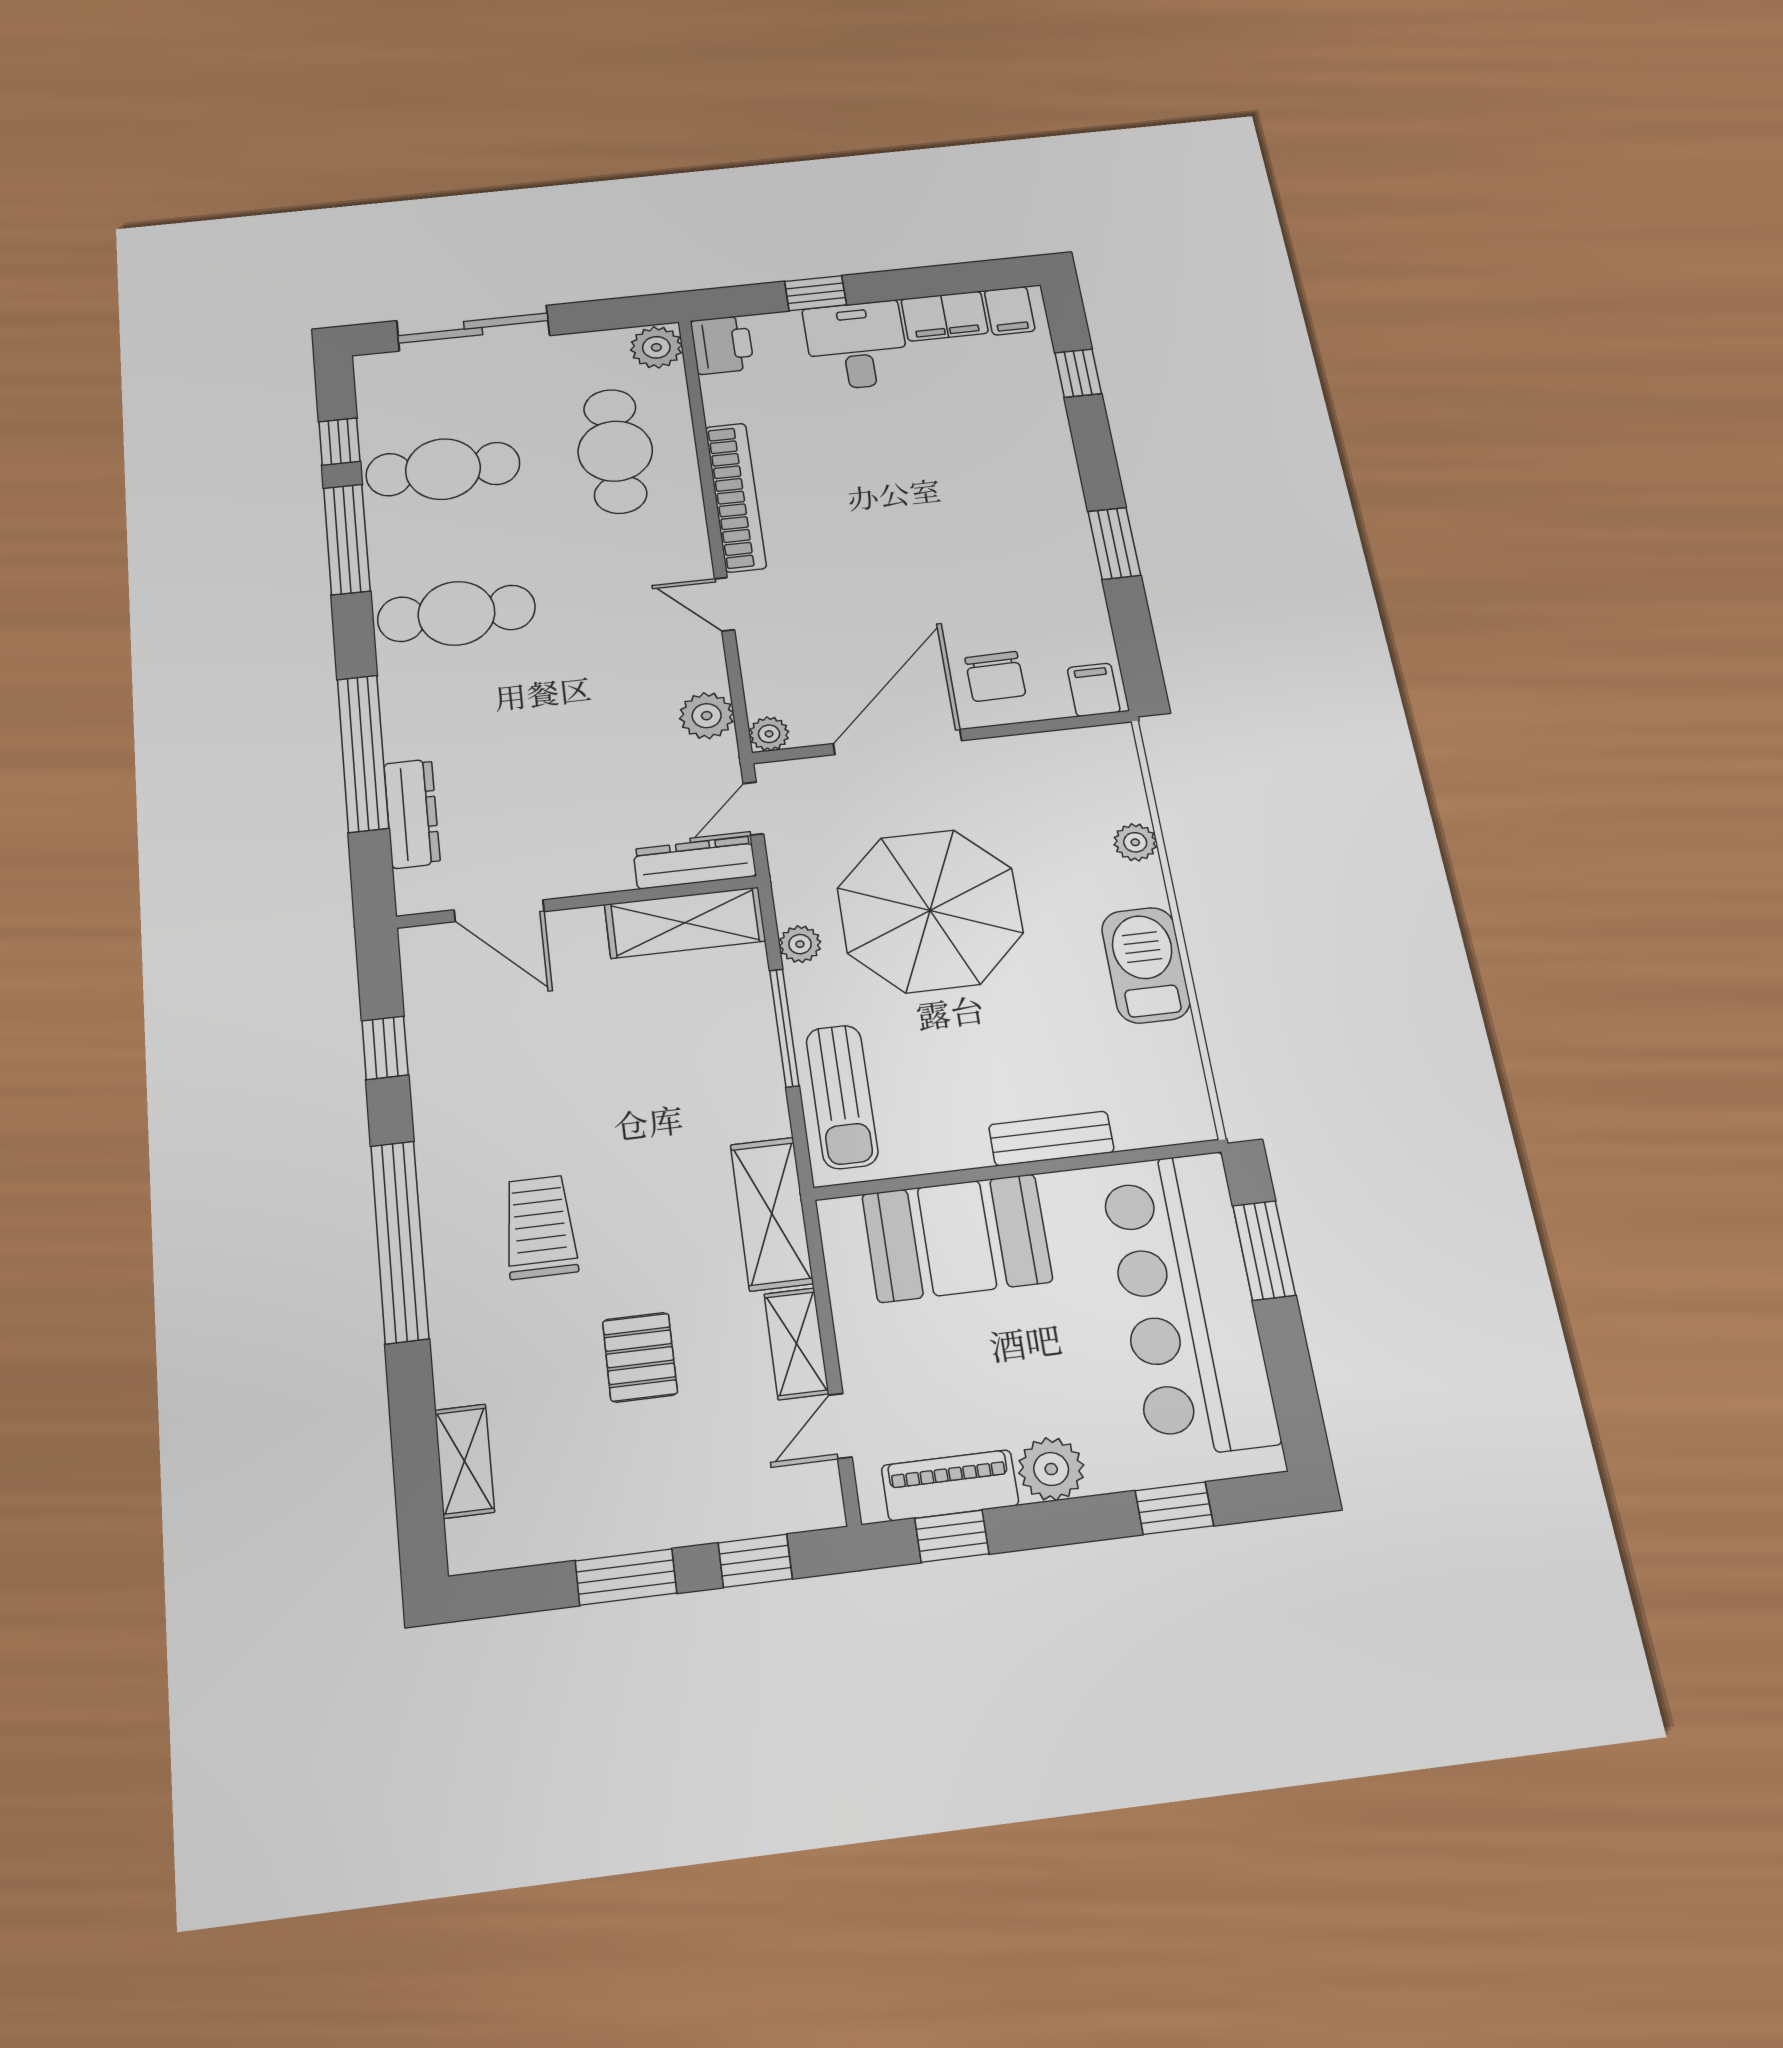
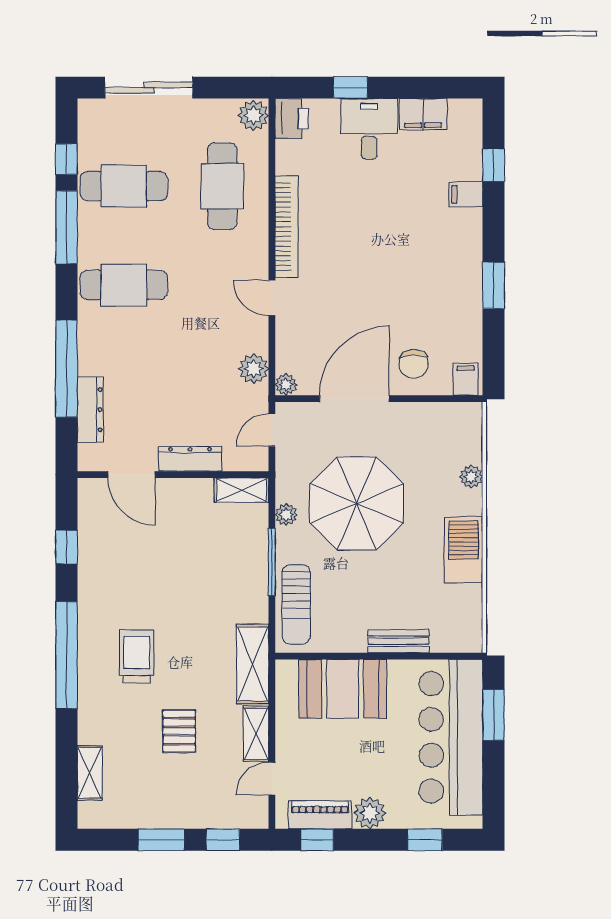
filing cabinet: (1010, 311) -> (466, 194), moved, turned 90
dresser: (695, 863) -> (190, 459), moved
shelving: (685, 923) -> (241, 490), width x0.67, depth x0.75

